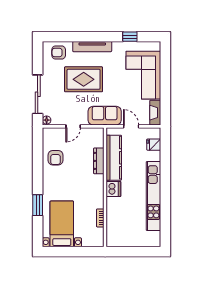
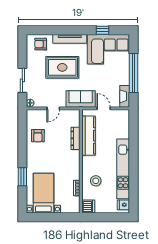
corner sofa: (143, 75) -> (108, 49), moved, turned -90
window: (165, 86) -> (133, 73), added
sliding door: (38, 94) -> (22, 80), width x0.73
fridge: (154, 145) -> (123, 205), moved
dishwasher: (113, 189) -> (88, 206), moved
stool: (122, 210) -> (96, 181), added

